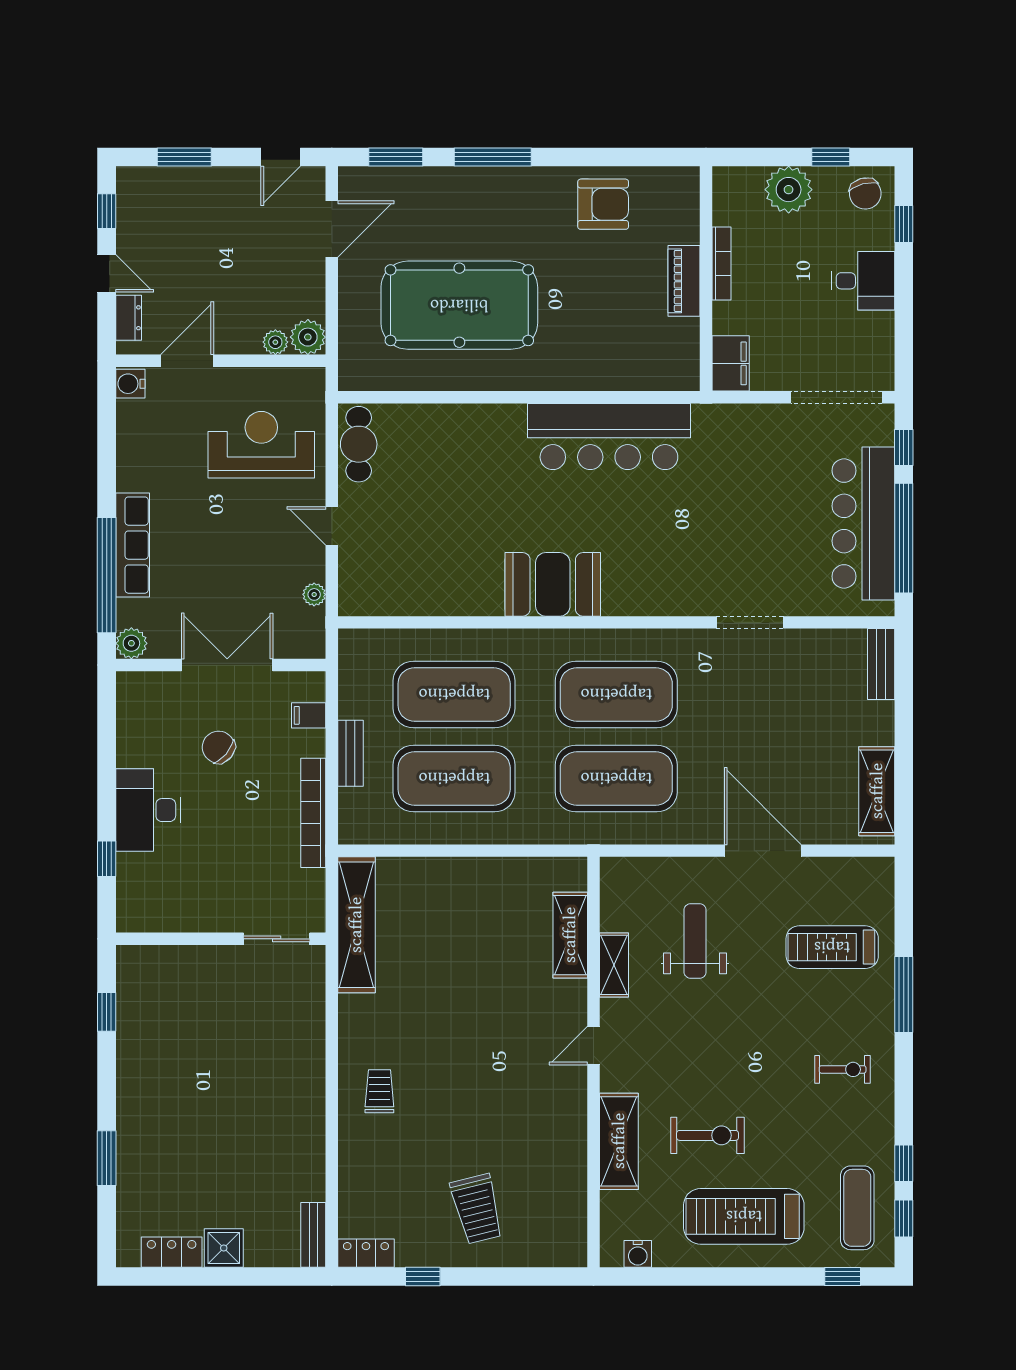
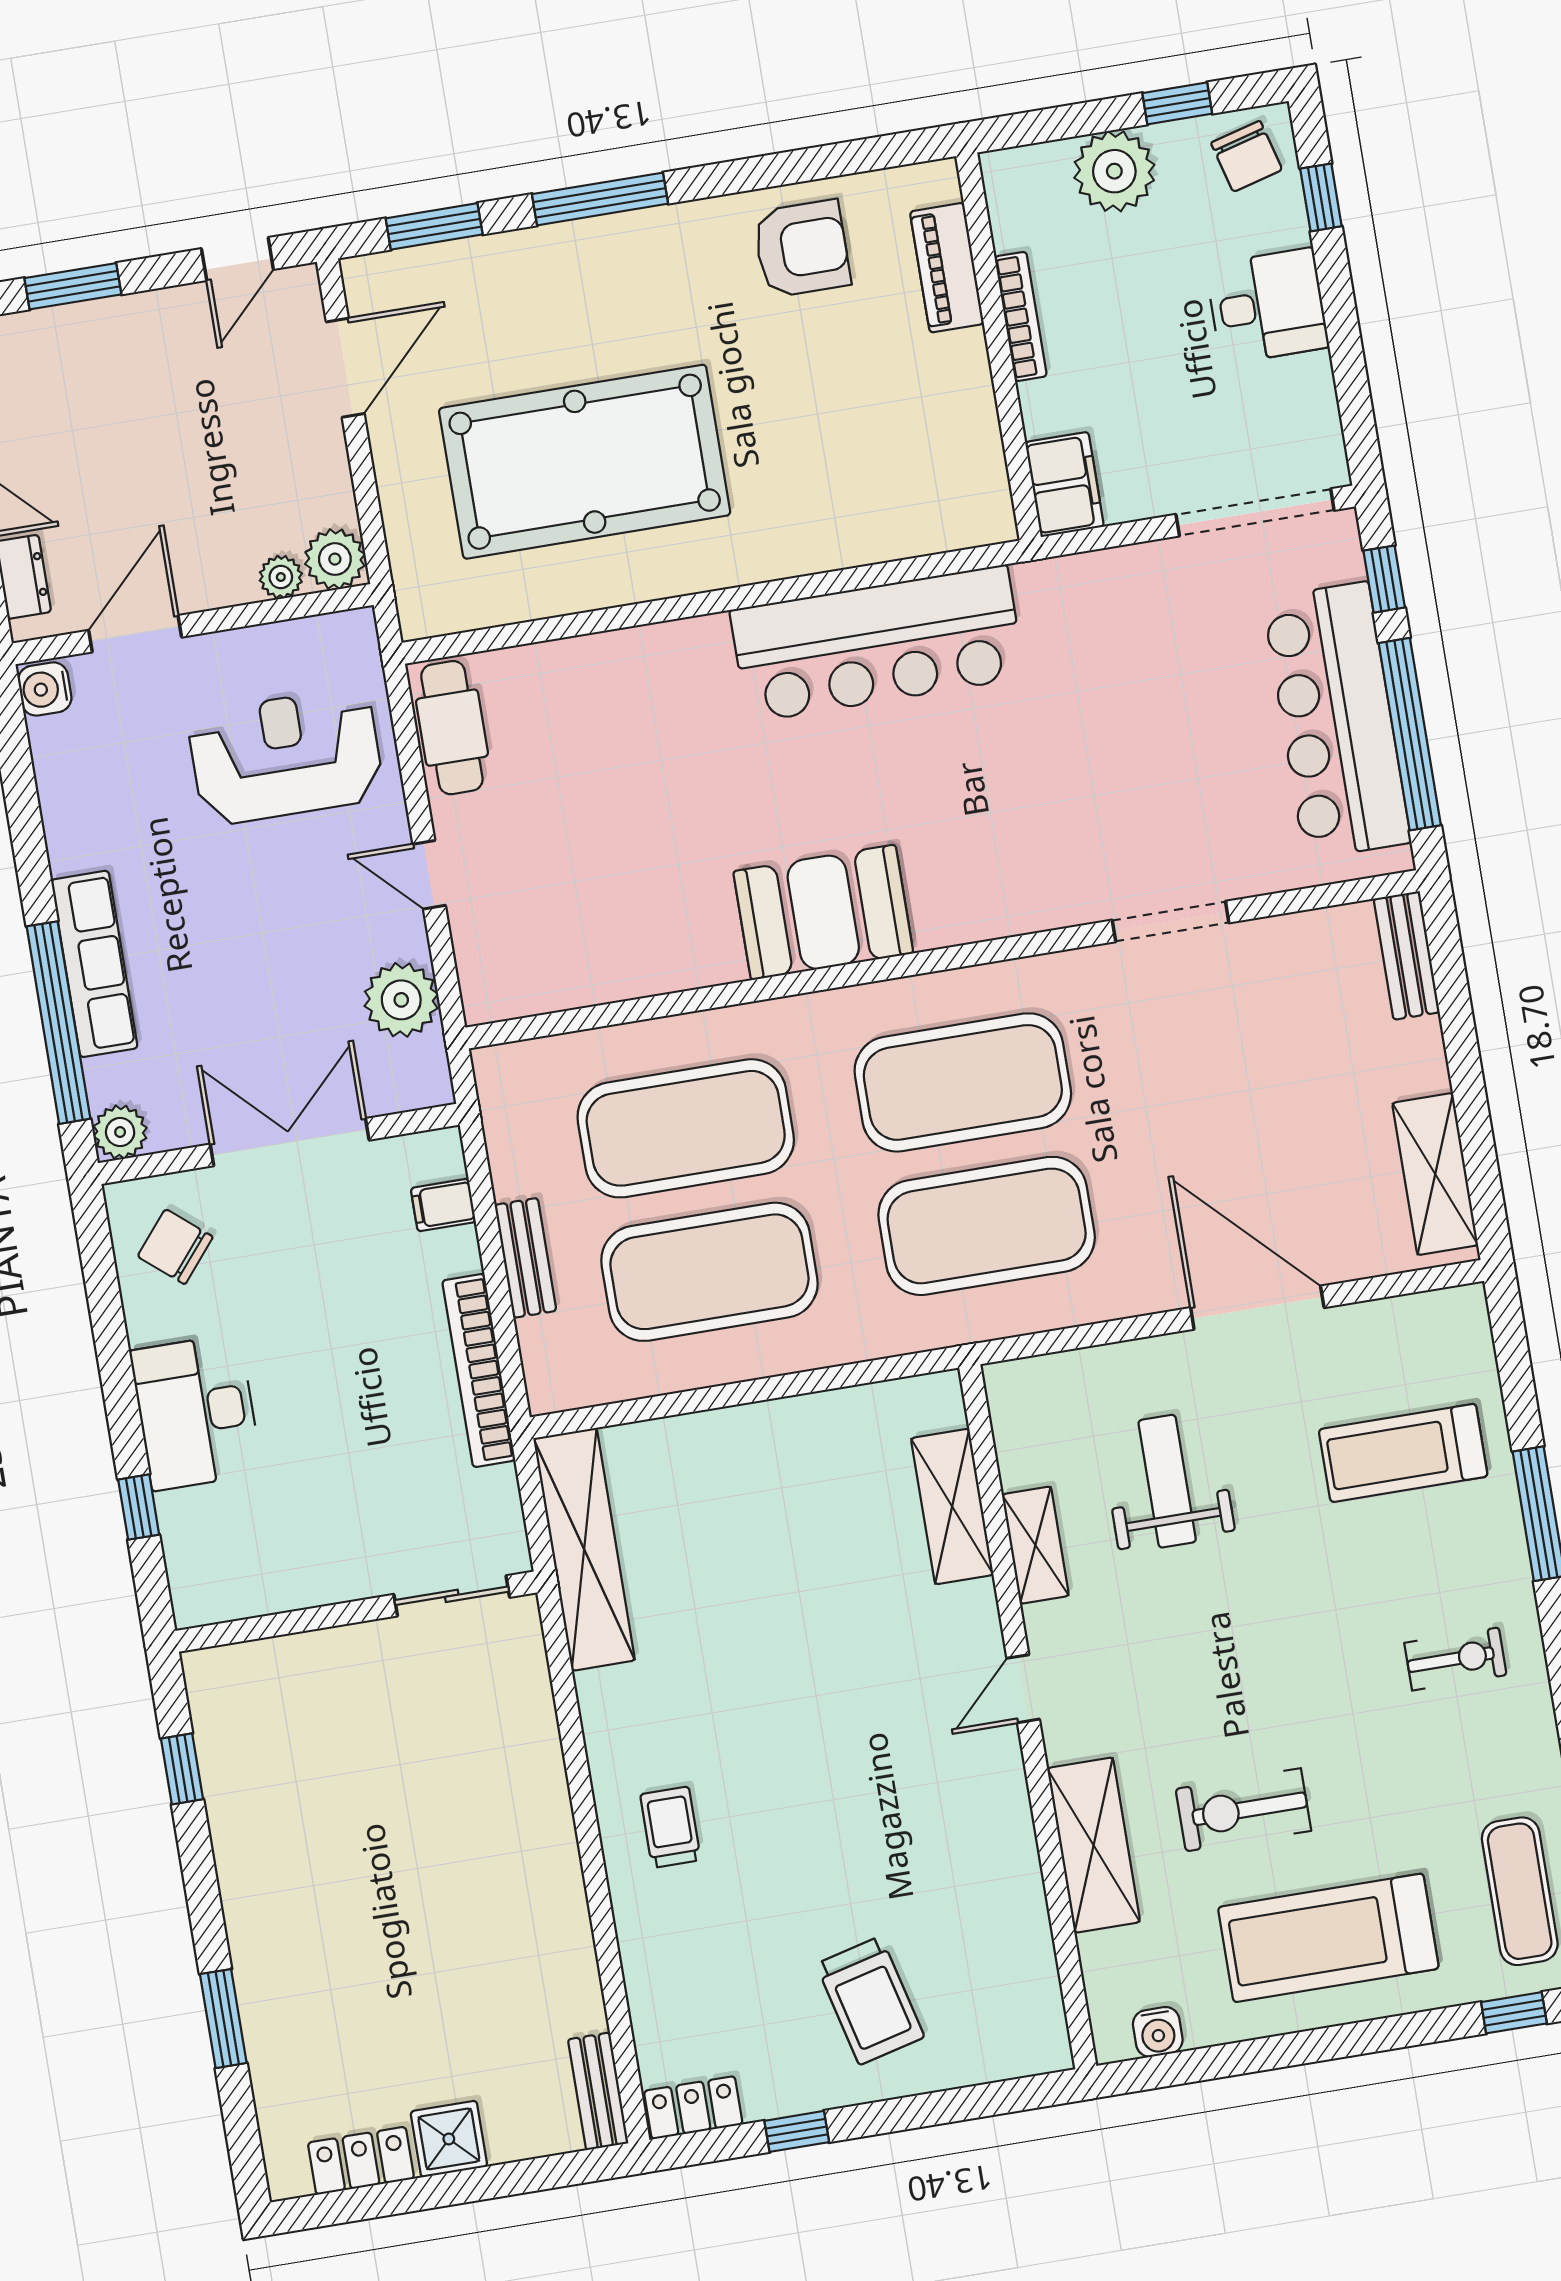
piano: (684, 281) -> (947, 268), moved
plant: (314, 594) -> (401, 1000), width x1.88, depth x1.88
chair: (218, 747) -> (175, 1247), moved
exercise bike: (708, 1135) -> (1243, 1810), turned 180

